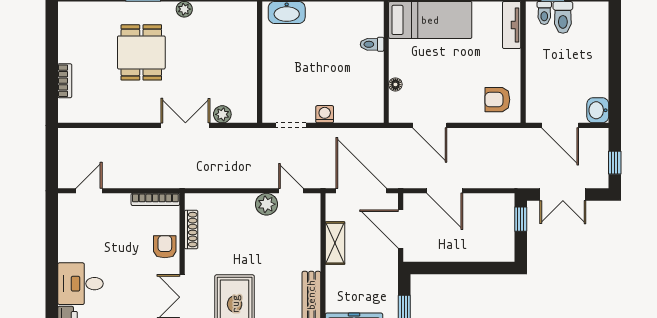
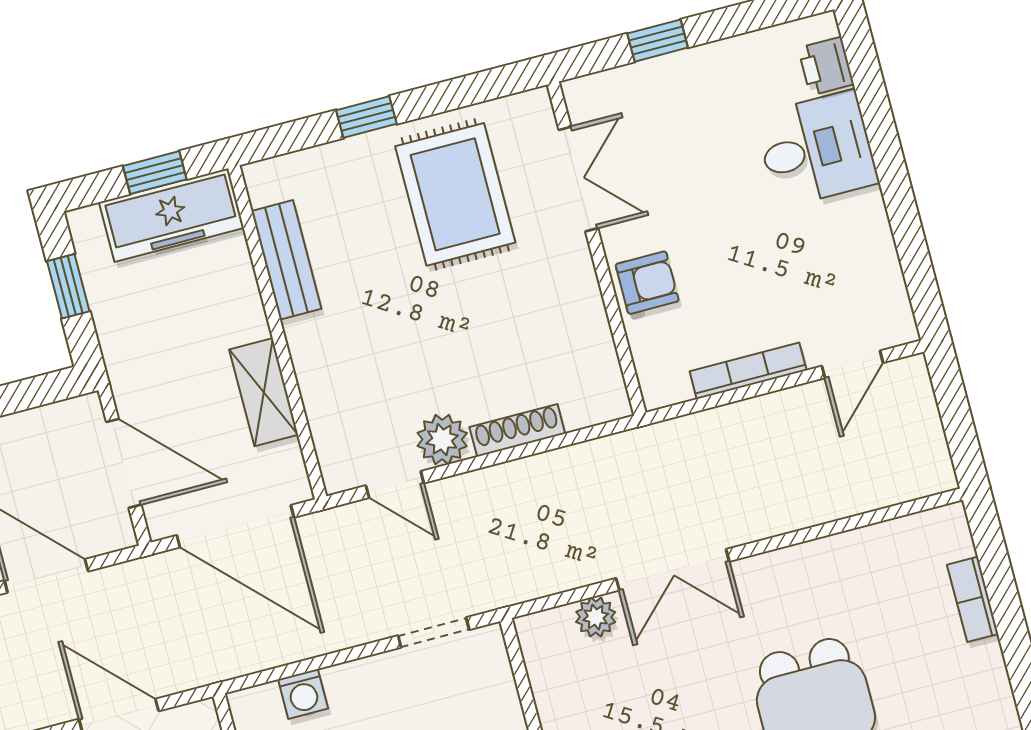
washing machine: (325, 114) -> (303, 694), moved
bookcase: (155, 199) -> (748, 371), moved
shoe rack: (191, 230) -> (517, 430), moved, turned 90
armchair: (165, 247) -> (647, 283), turned -90

